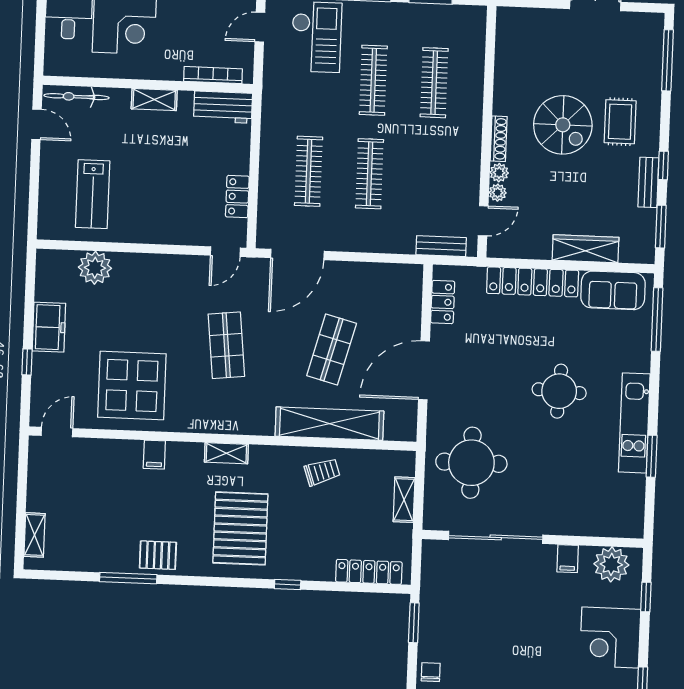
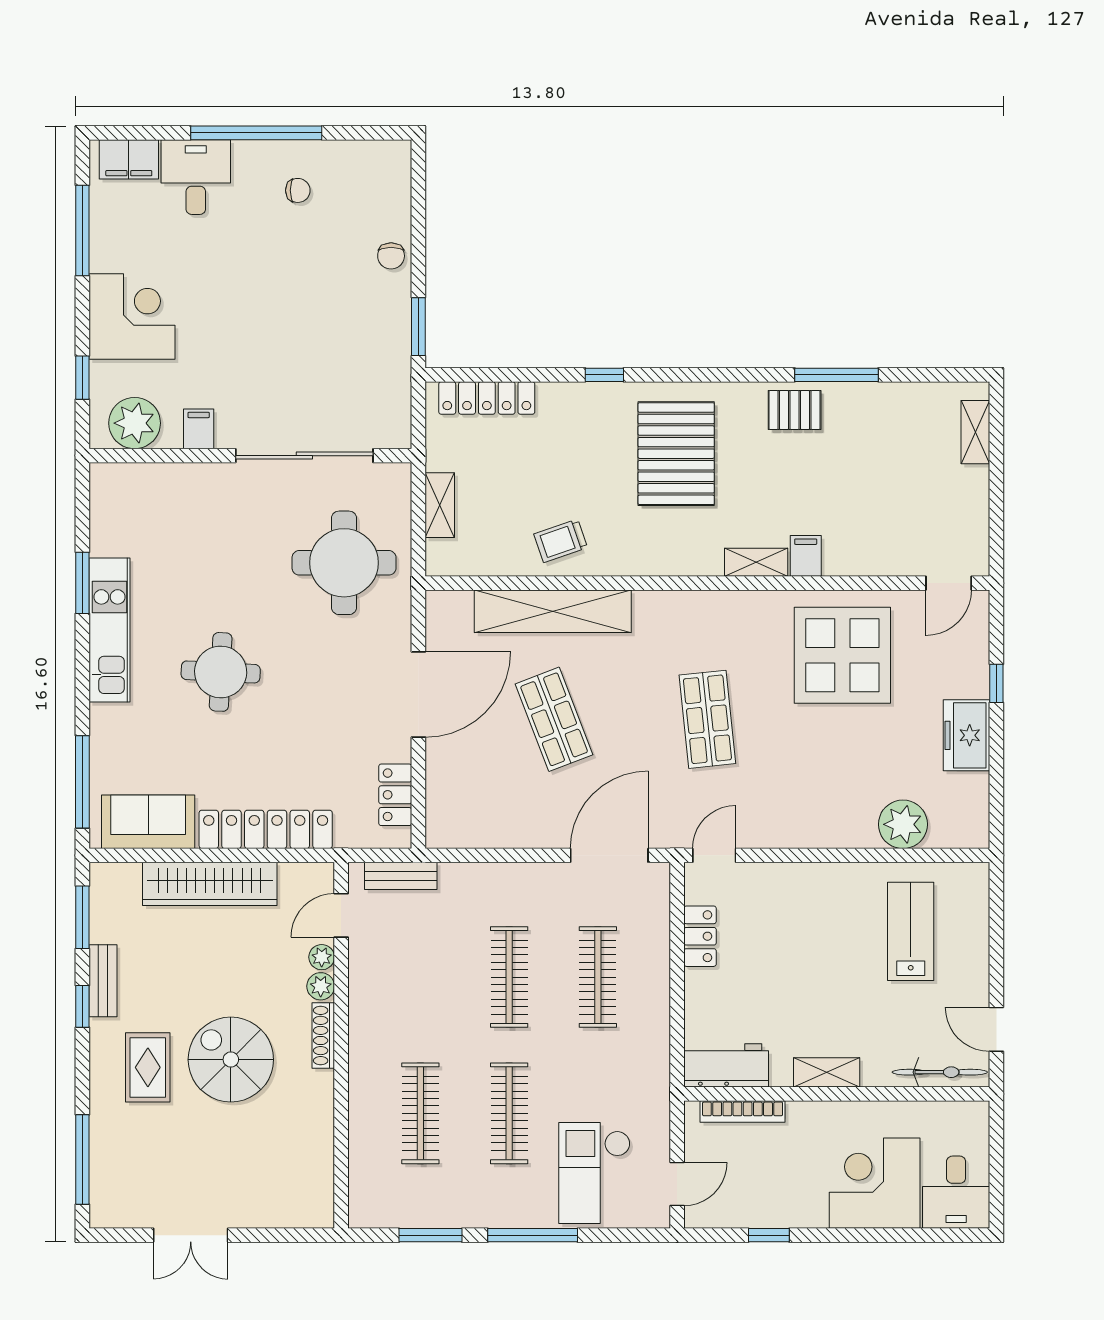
wardrobe: (586, 249) -> (210, 884), width x1.40, depth x1.17
shop shelf: (332, 349) -> (554, 719), turned -36
shelving: (226, 453) -> (756, 562), moved

